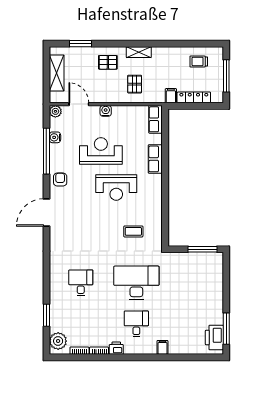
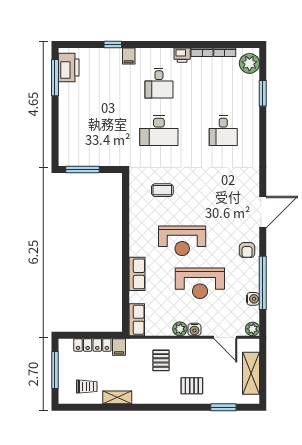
shelving: (139, 52) -> (117, 397), moved
plant: (118, 111) -> (180, 329), added
reception desk: (116, 188) -> (182, 241), turned 180
desk: (136, 283) -> (159, 131), width x0.73, depth x0.77
window: (176, 357) -> (113, 45), added

